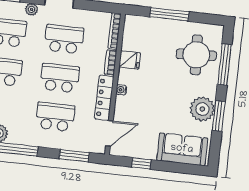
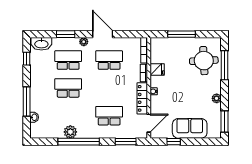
school desk: (60, 78) -> (109, 88), removed
plant: (202, 109) -> (217, 98), width x0.53, depth x0.53
window: (219, 116) -> (225, 122), moved
sofa: (182, 149) -> (190, 128), moved

